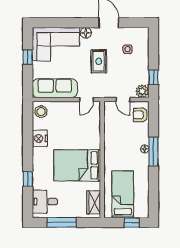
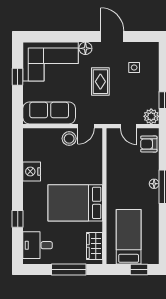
stool: (41, 112) -> (69, 139), moved
window: (61, 222) -> (69, 269), moved

